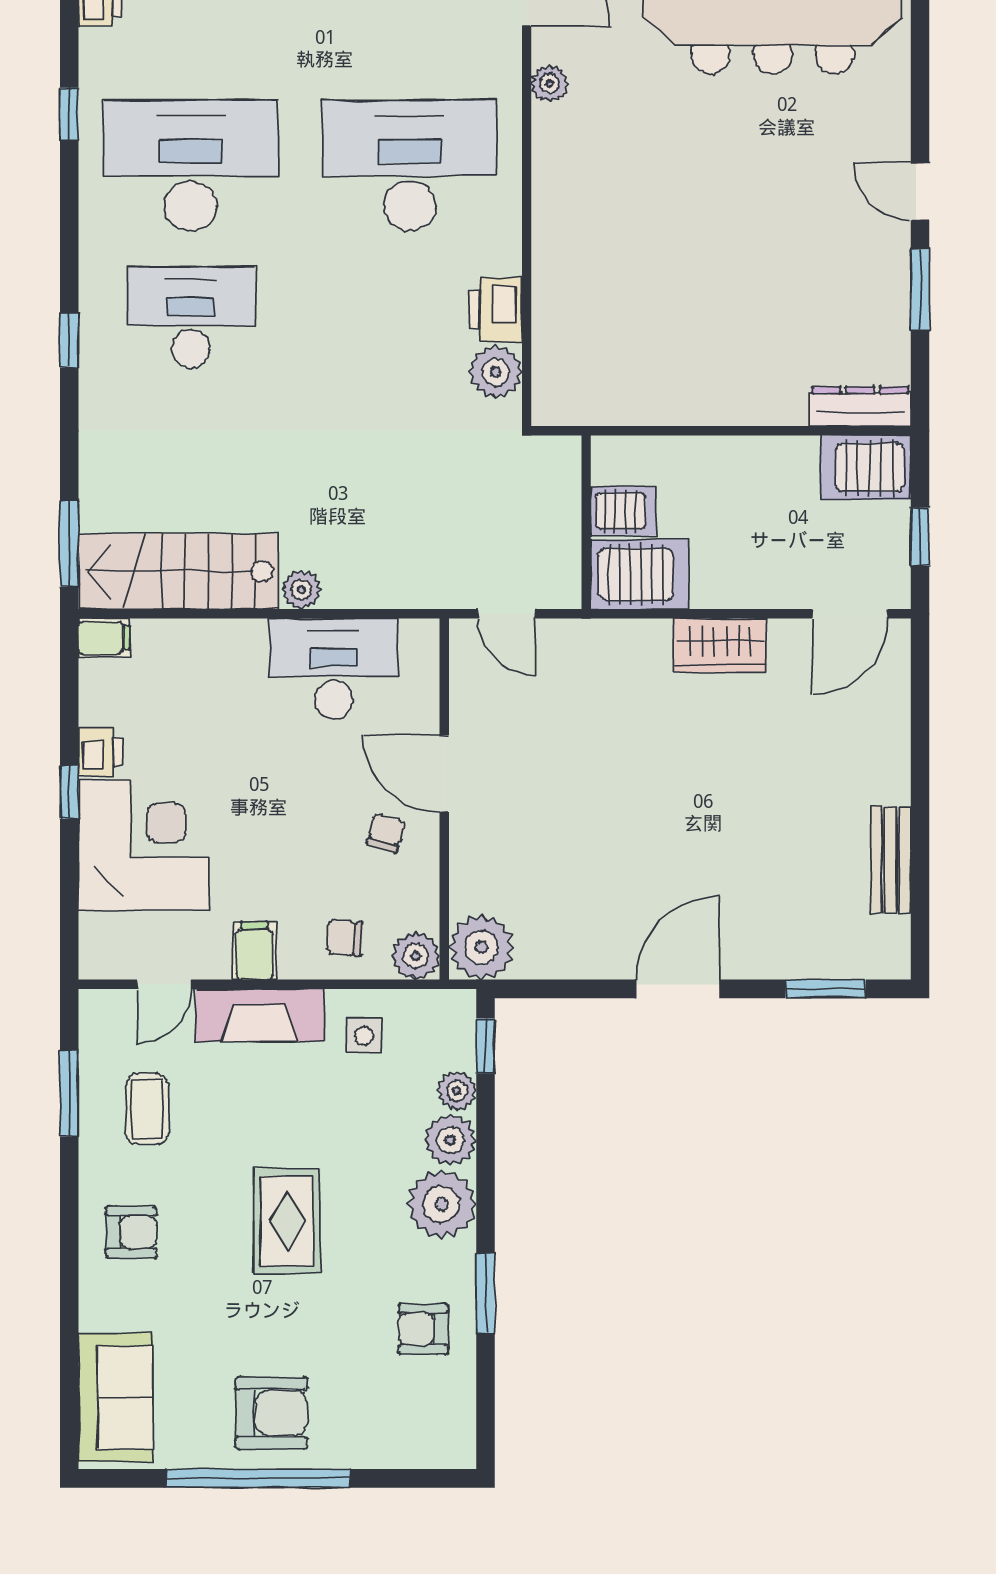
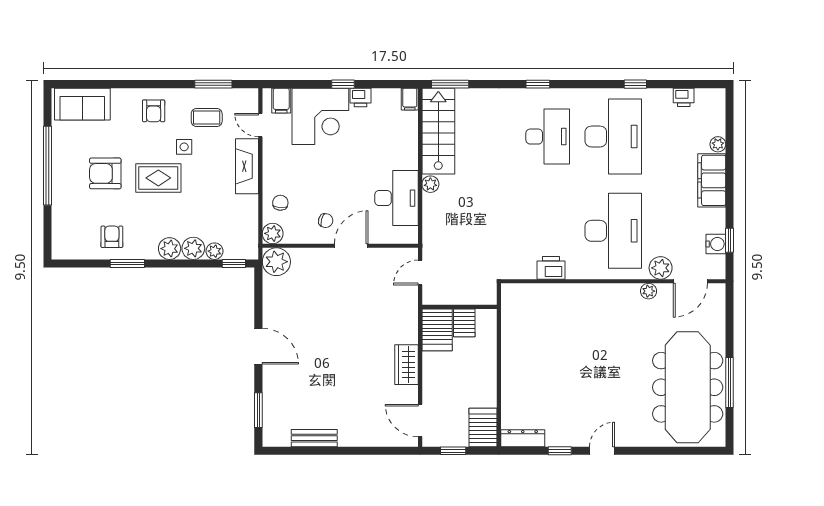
window: (920, 290) -> (560, 451), width x0.67
plant: (496, 372) -> (661, 268), moved
dresser: (860, 406) -> (523, 438), moved, turned -90
filing cabinet: (254, 951) -> (281, 101), moved, turned 90
side table: (364, 1036) -> (184, 147), moved
plant: (442, 1204) -> (170, 249), width x0.73, depth x0.73
armchair: (271, 1413) -> (105, 173), moved, turned 90

